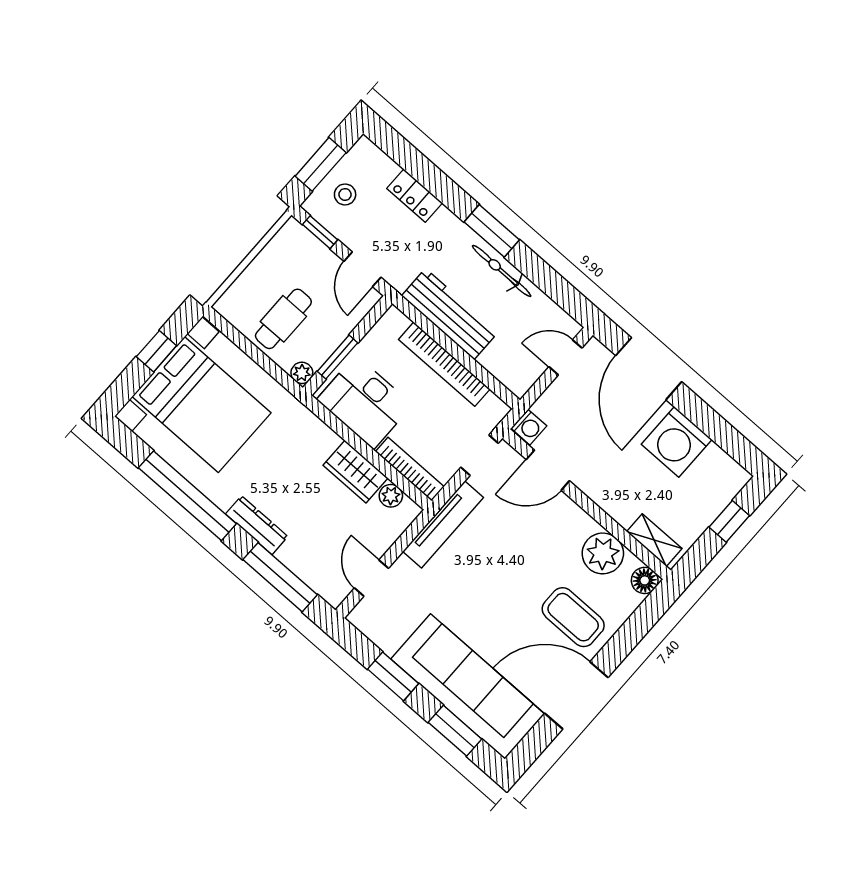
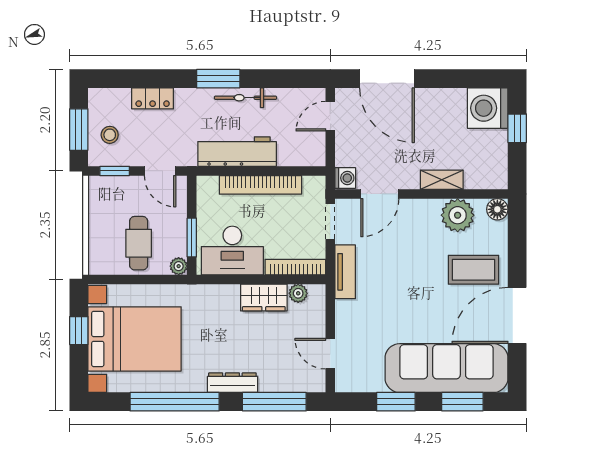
washing machine: (677, 442) -> (488, 108), moved, turned 90
tv unit: (443, 524) -> (345, 272), width x0.71
shelving: (654, 540) -> (442, 180), moved

